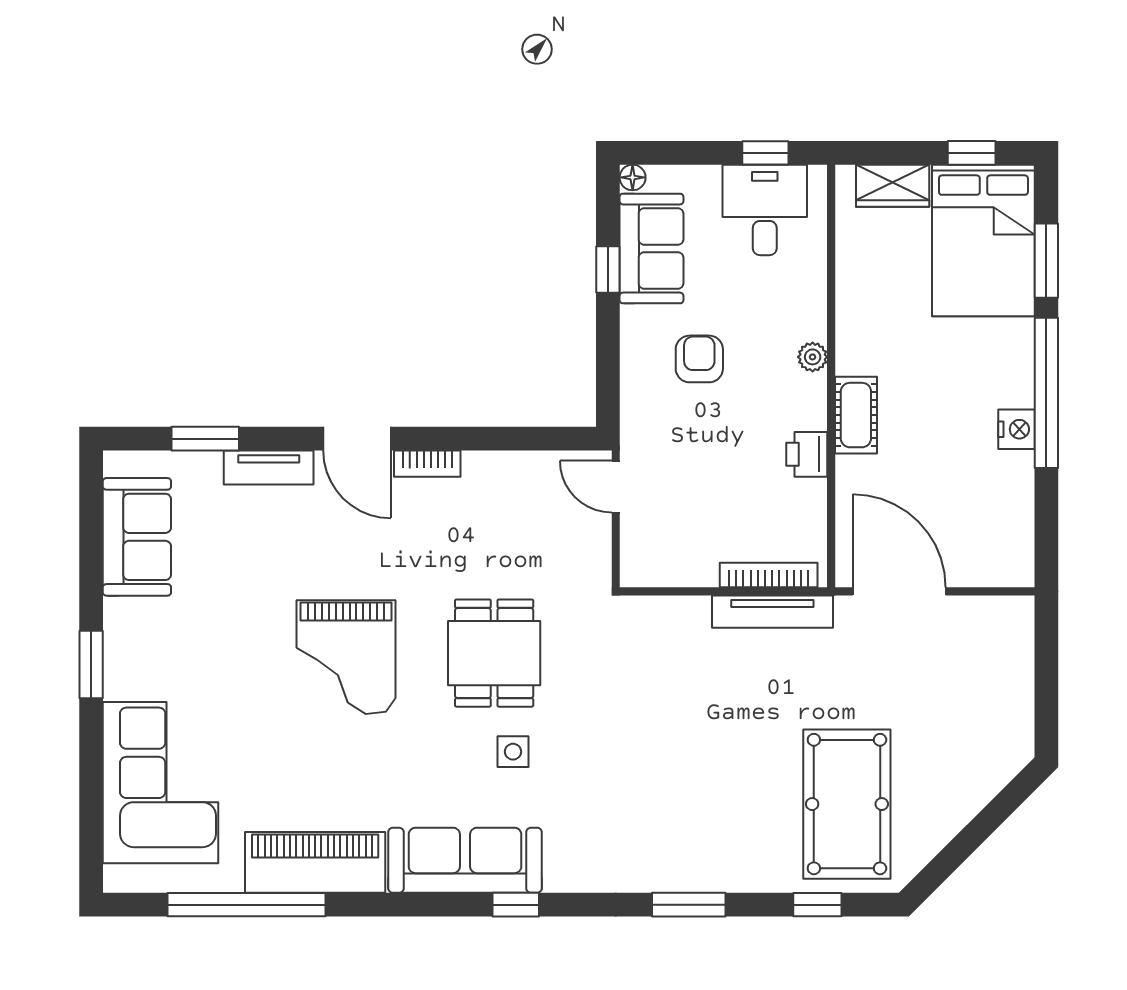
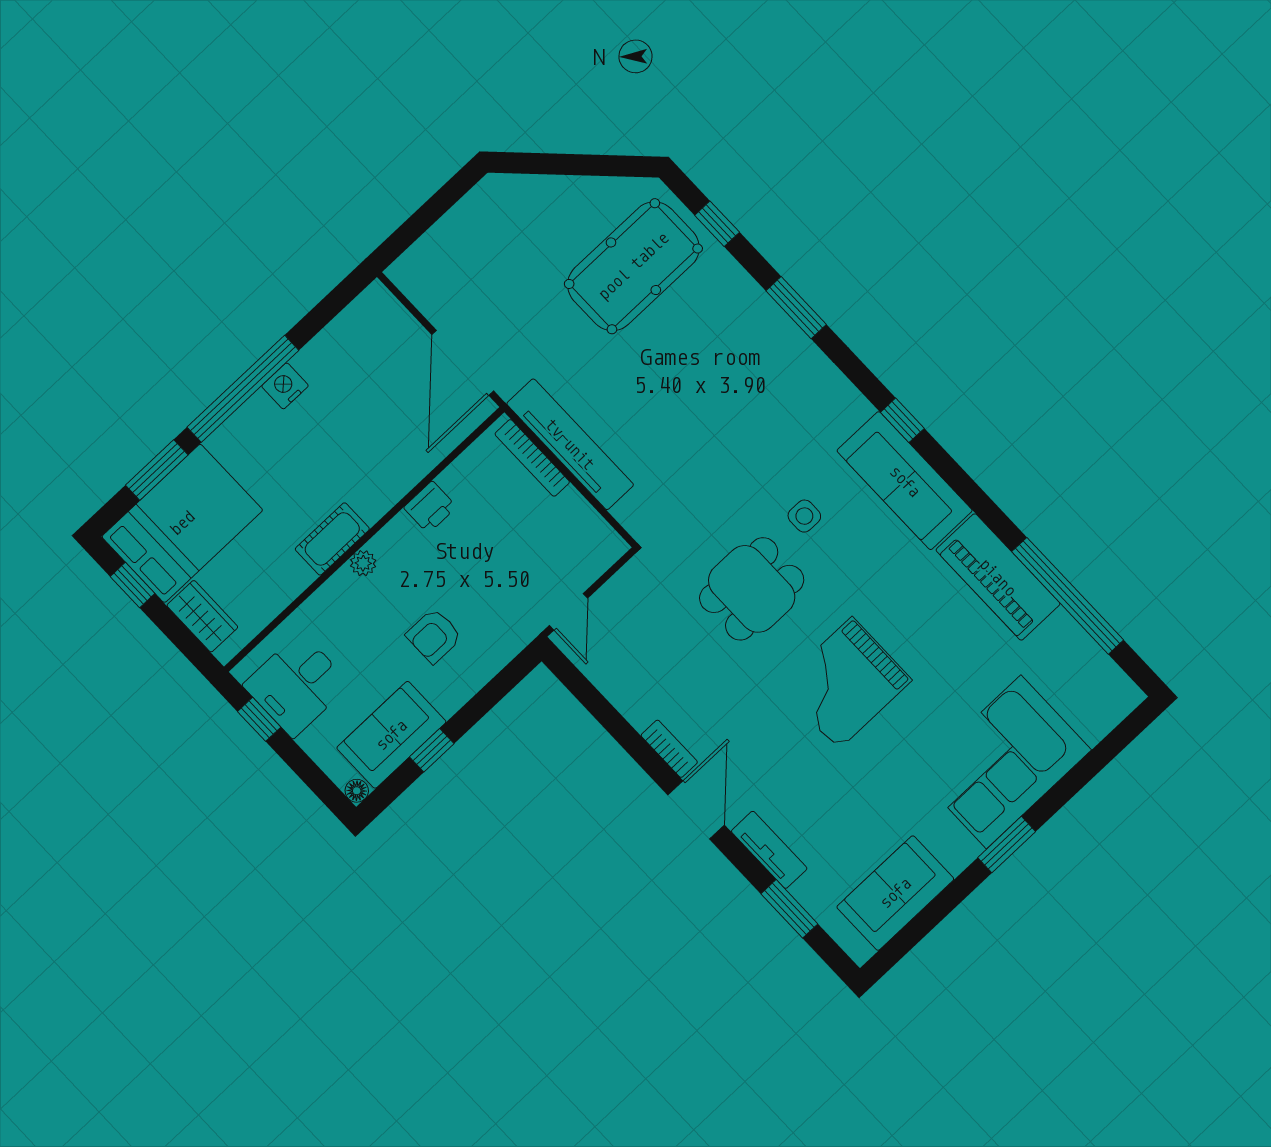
cot: (856, 415) -> (332, 539), moved
tv unit: (772, 612) -> (570, 444), width x1.36, depth x1.29
grand piano: (346, 657) -> (845, 683), turned 180
corner sofa: (161, 783) -> (1004, 762), moved

